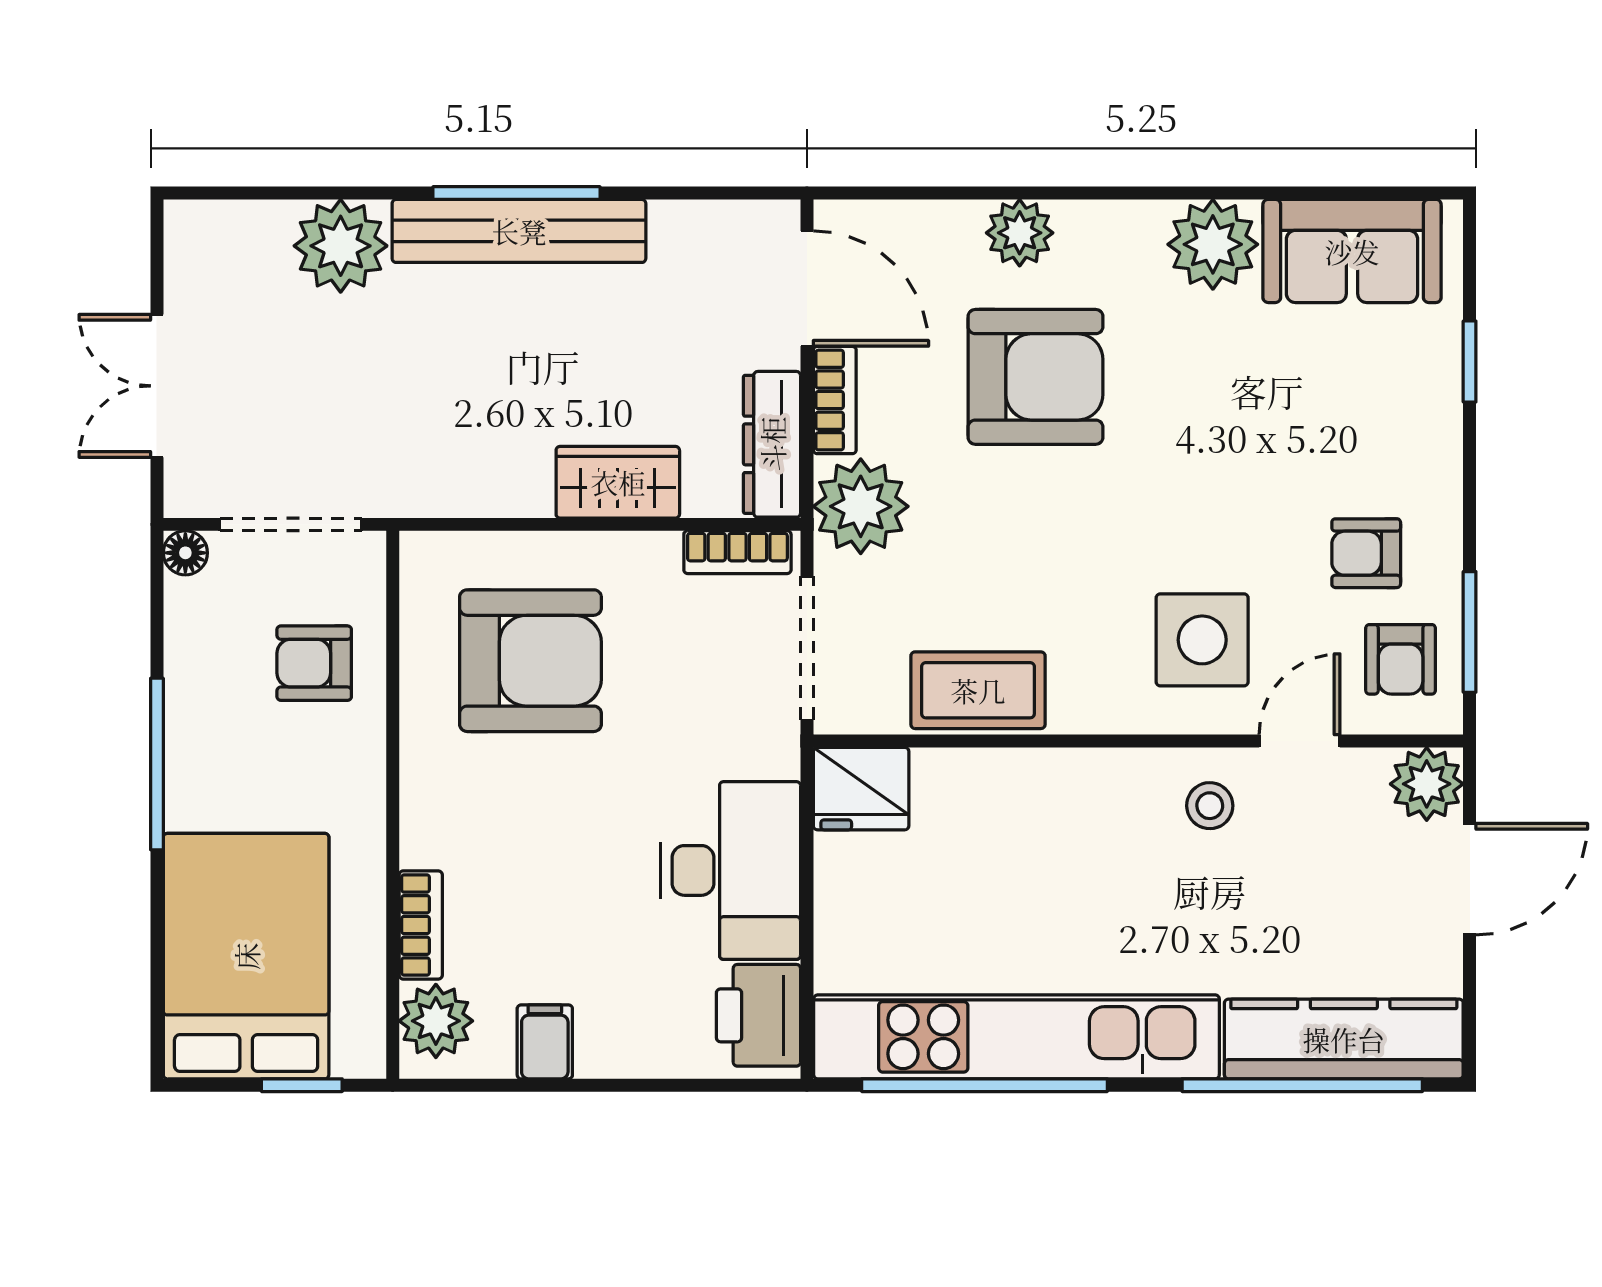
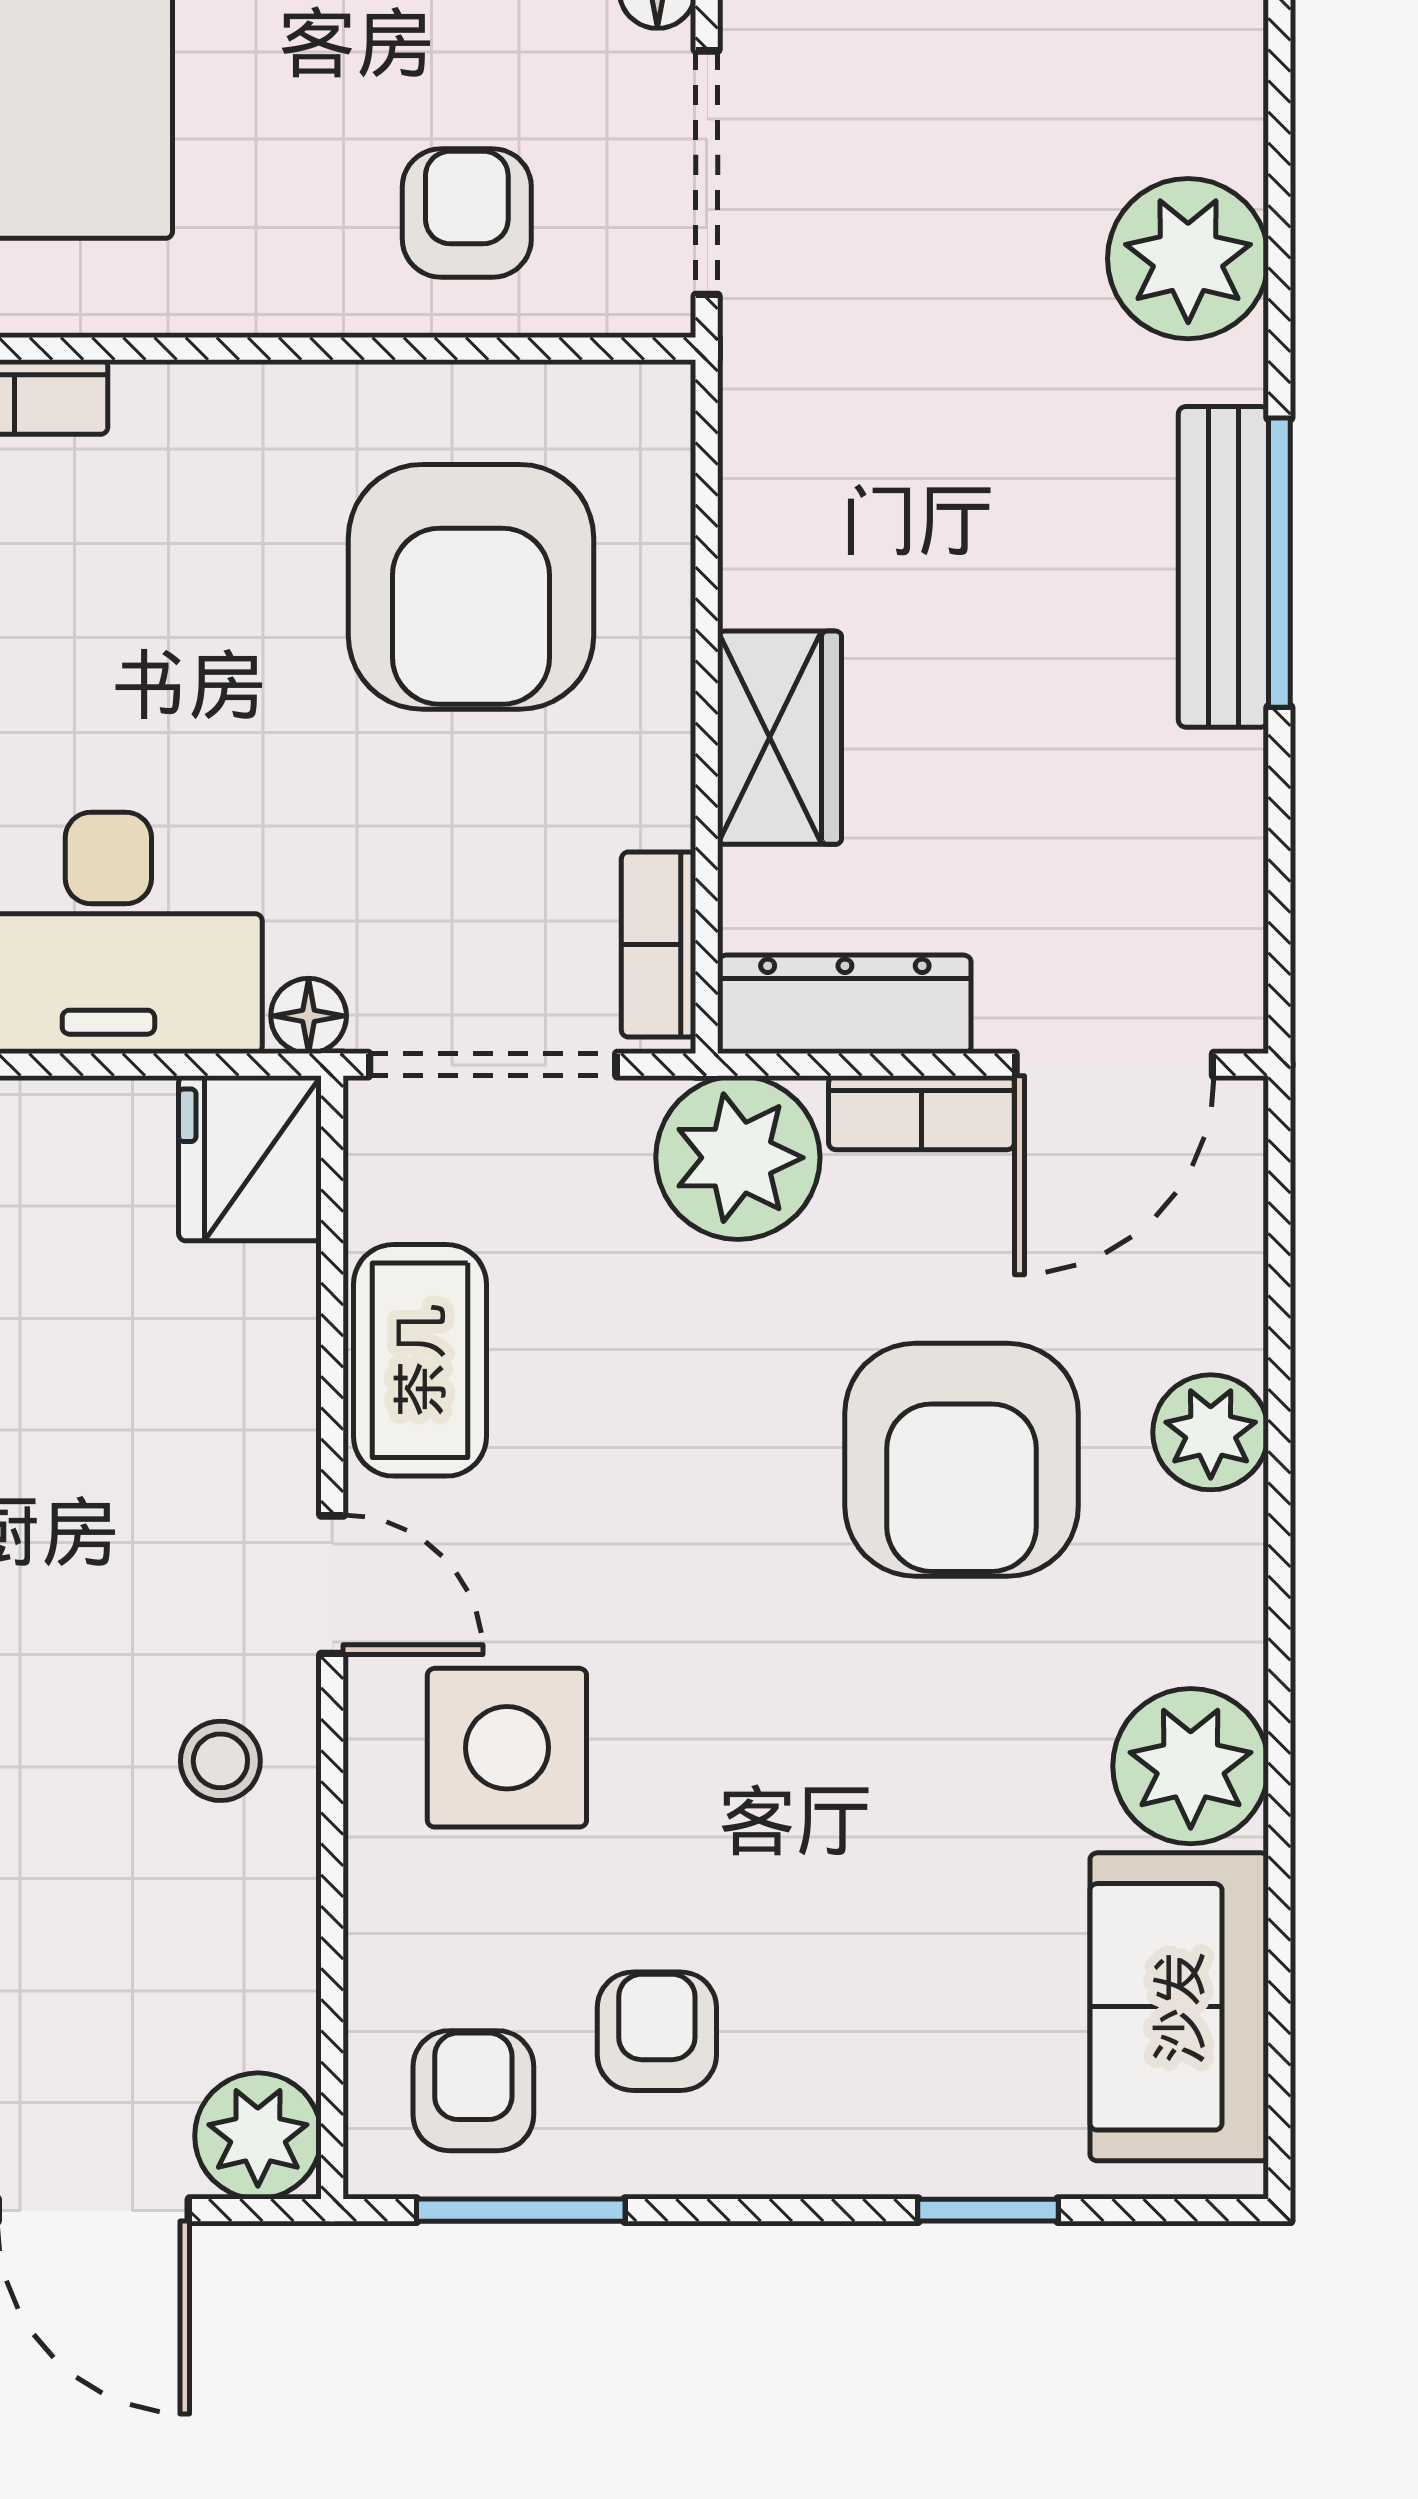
bench: (519, 231) -> (1223, 567), width x0.73, depth x0.82
armchair: (1401, 659) -> (473, 2091), turned 90
door: (1300, 741) -> (332, 1585), moved
floor lamp: (779, 755) -> (309, 1016), added

